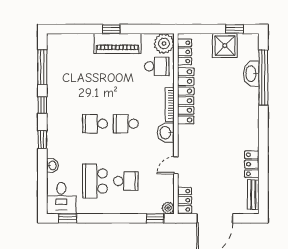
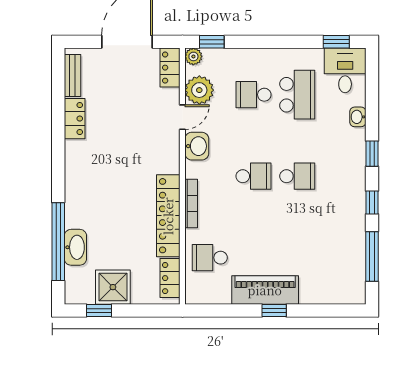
plant: (164, 43) -> (199, 90), moved
washbasin: (166, 133) -> (197, 146), moved

